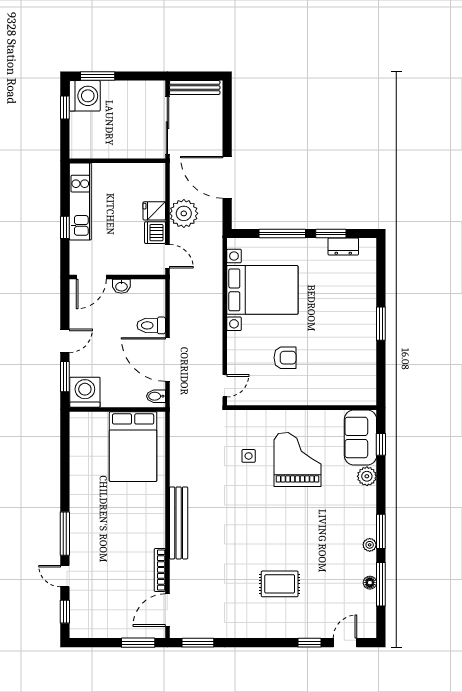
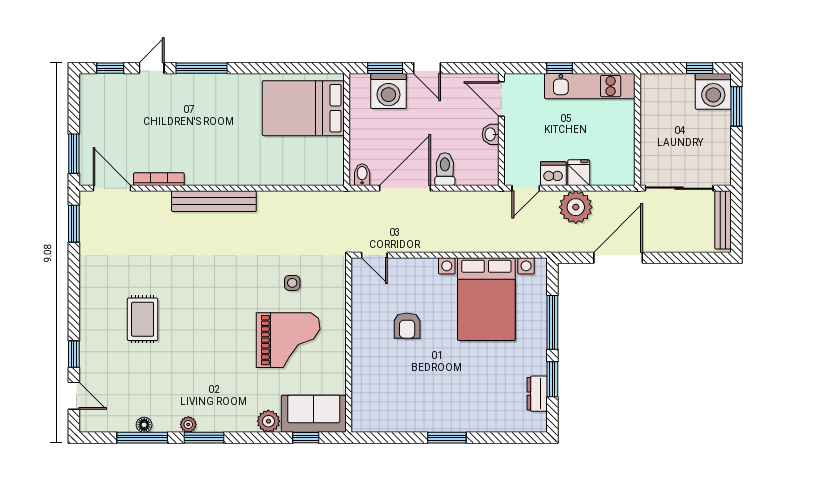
washing machine: (85, 392) -> (388, 91), moved, turned 90
bed: (133, 447) -> (303, 108), moved

